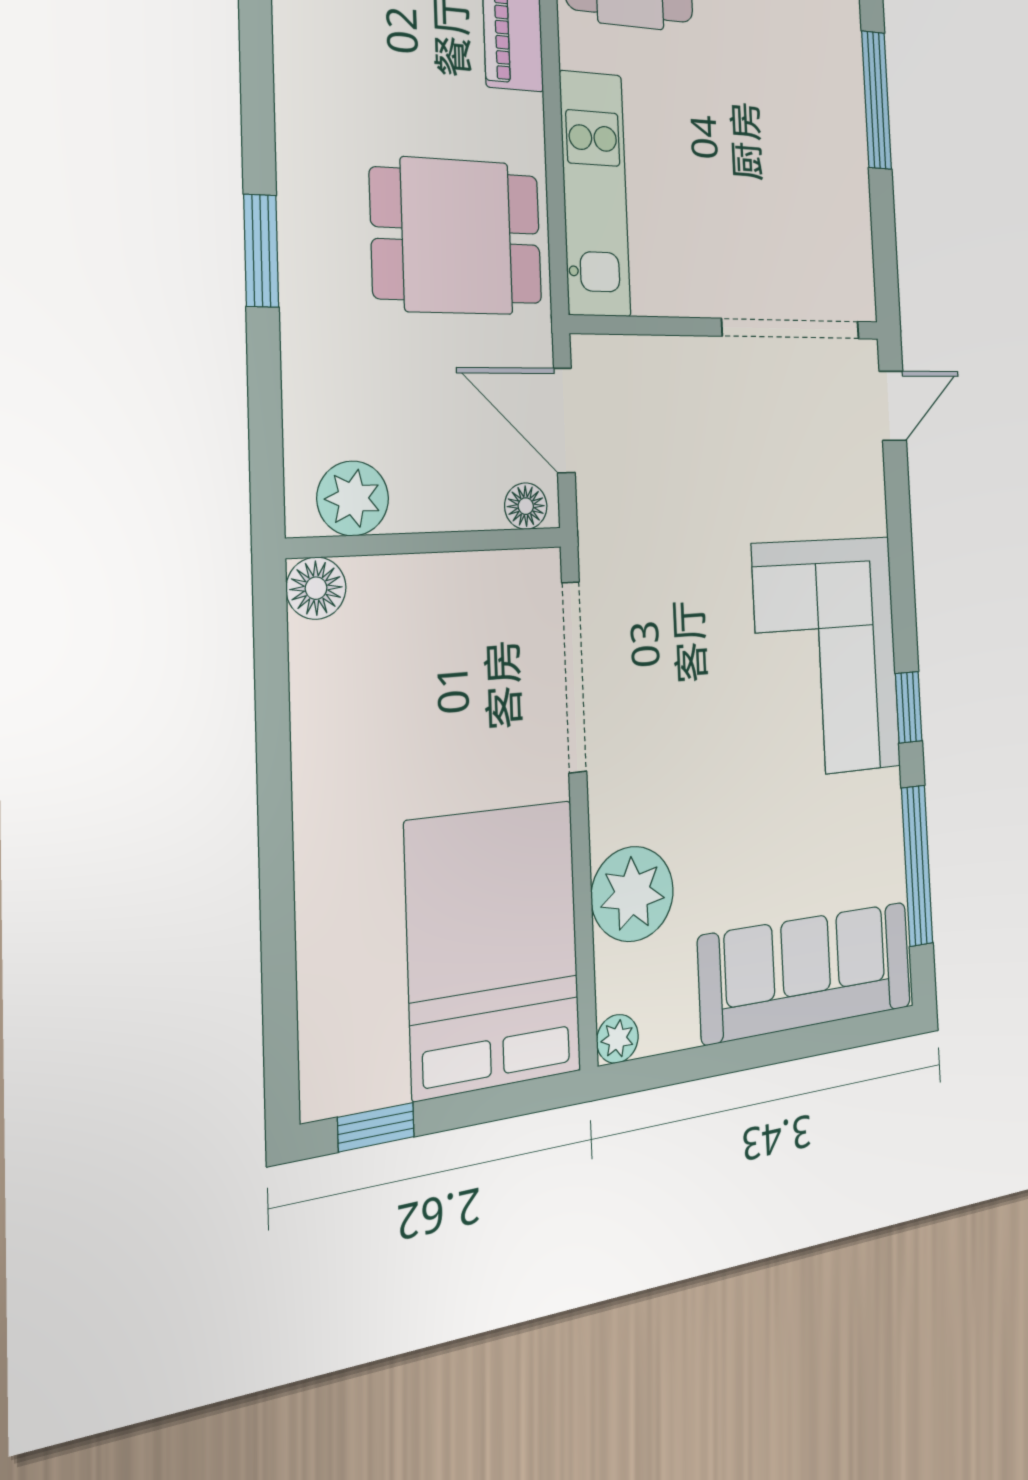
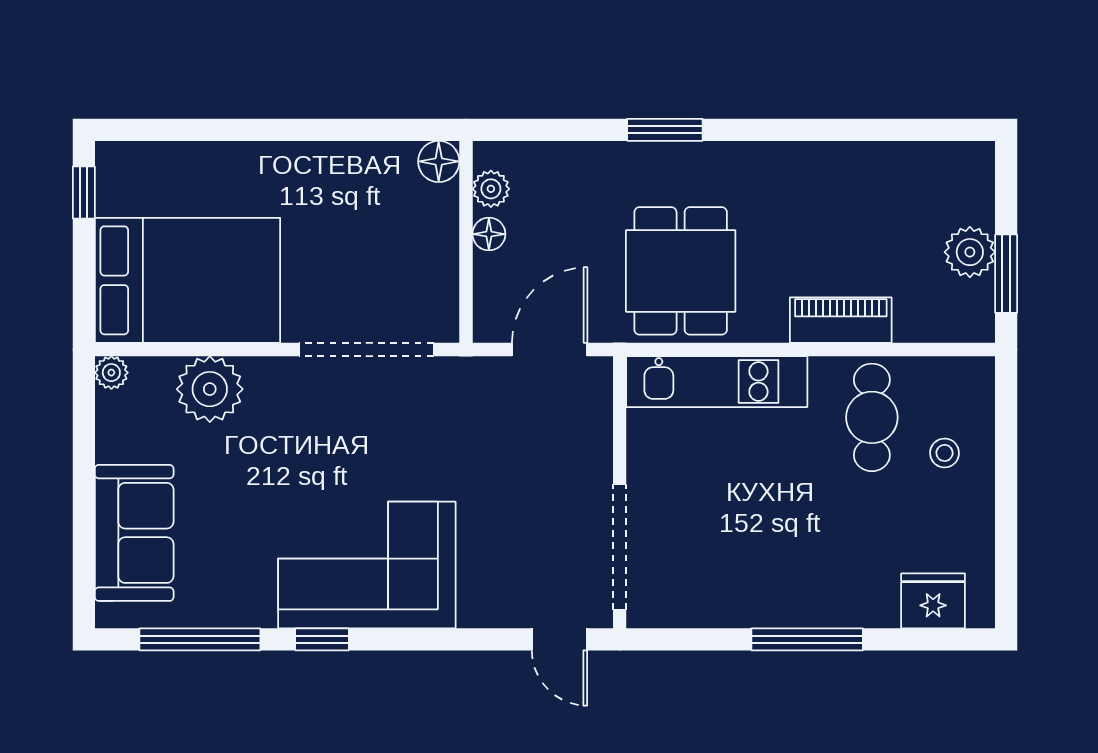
plant: (353, 498) -> (491, 189), width x0.73, depth x0.73
floor lamp: (526, 506) -> (489, 234), moved
sofa: (807, 972) -> (134, 533), width x0.73

